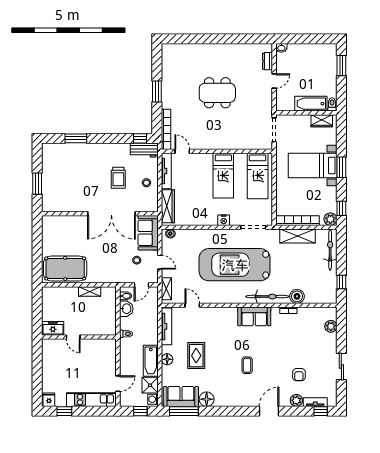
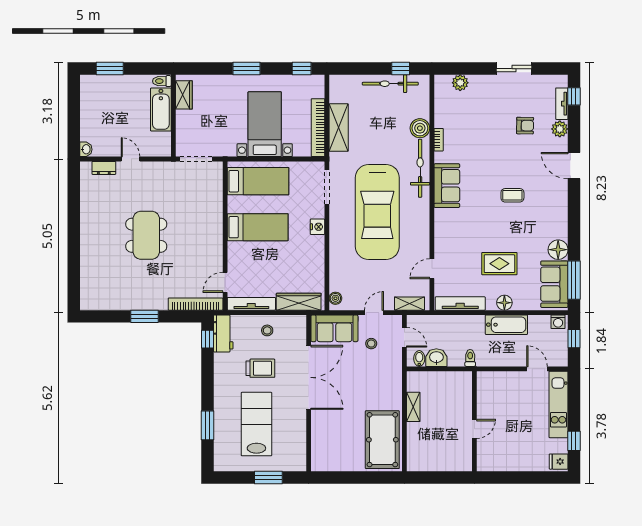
bed with nightstands: (313, 166) -> (265, 124), moved, turned 180
lab bench: (77, 175) -> (256, 424), added
plant: (330, 219) -> (316, 83), removed
bicycle: (330, 250) -> (390, 84), moved
freezer: (53, 328) -> (463, 456), removed
shower: (150, 385) -> (539, 326), removed

